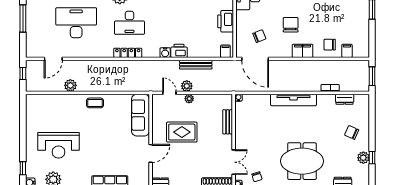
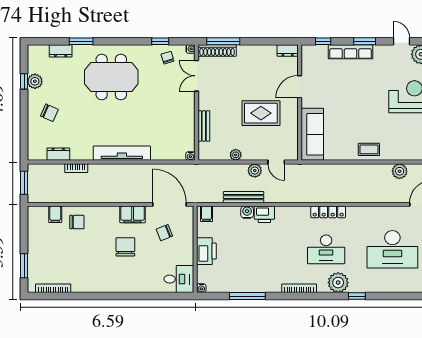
desk: (129, 23) -> (326, 249), turned 180
chair: (291, 25) -> (125, 247), turned 180
filing cabinet: (303, 51) -> (133, 214), moved
water cooler: (165, 53) -> (247, 212), moved
plant: (189, 99) -> (236, 155), moved

